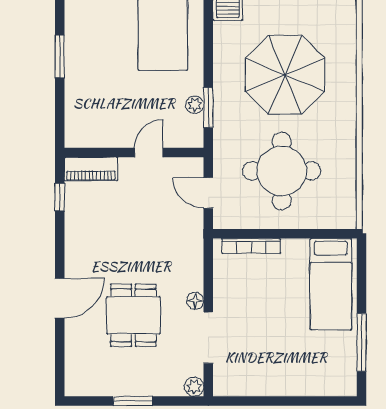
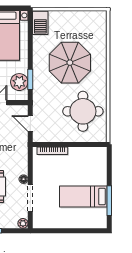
plant: (195, 105) -> (19, 82), width x1.88, depth x1.88
round table: (282, 171) -> (83, 111), moved
bed: (331, 284) -> (83, 197), moved, turned 90

